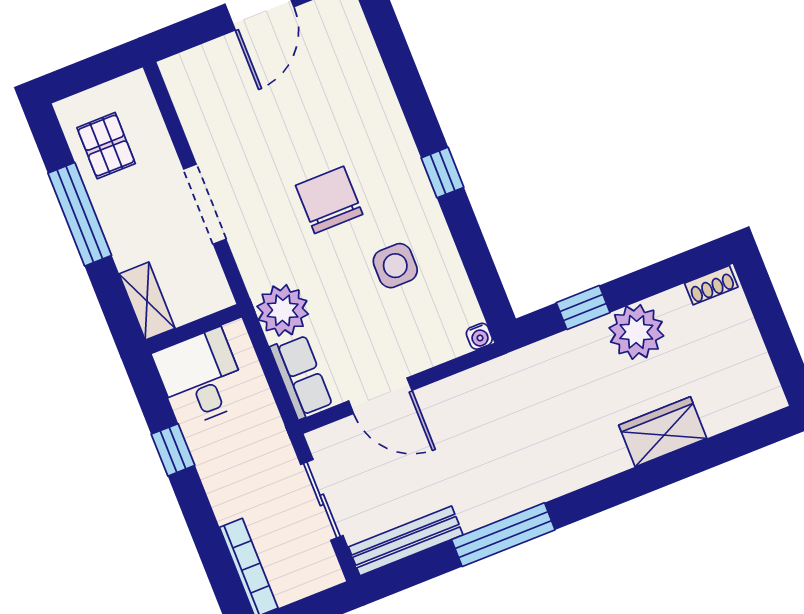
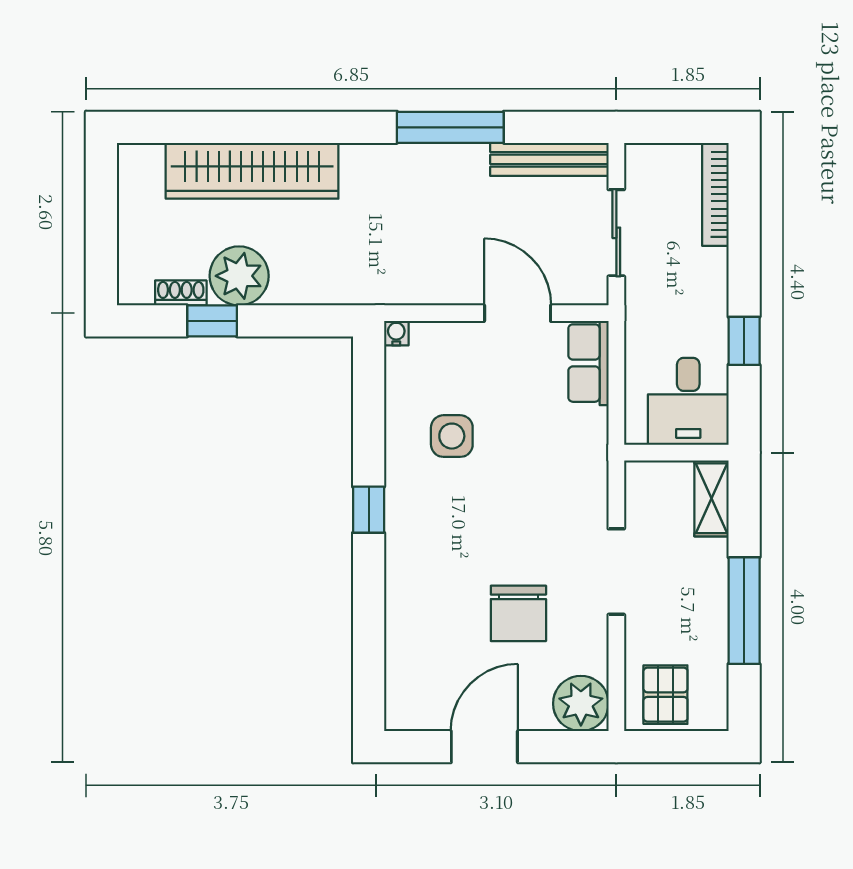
pallet: (106, 146) -> (665, 695), moved
chair: (329, 200) -> (518, 613), moved
shoe rack: (711, 285) -> (181, 293), moved
window: (583, 308) -> (212, 321), moved
plant: (283, 310) -> (581, 704), moved
wardrobe: (663, 432) -> (252, 171), width x2.10, depth x1.17

